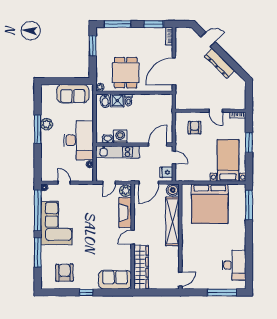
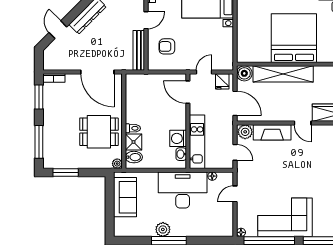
bench: (191, 105) -> (139, 50), added
door: (64, 183) -> (235, 194), moved
bed: (210, 204) -> (294, 38), moved, turned -90

